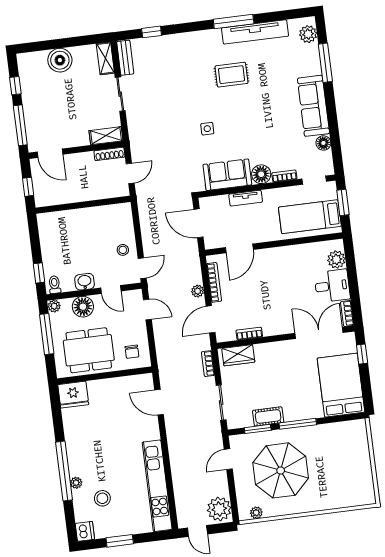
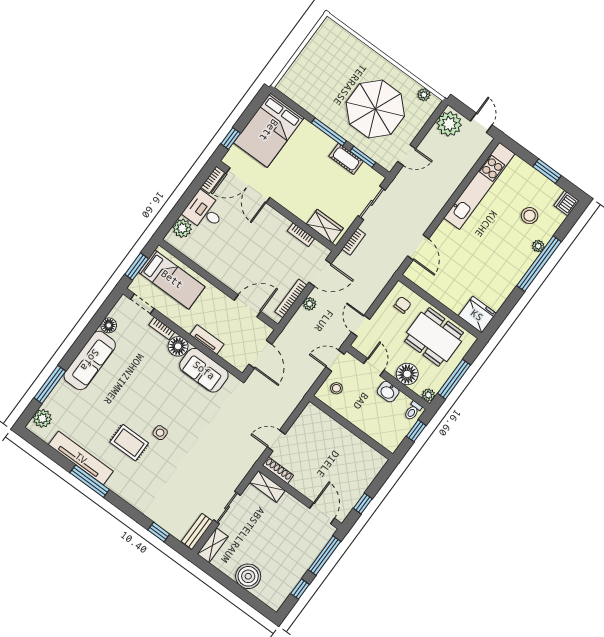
side table: (207, 129) -> (160, 433), moved
wall: (83, 205) -> (351, 428), moved

